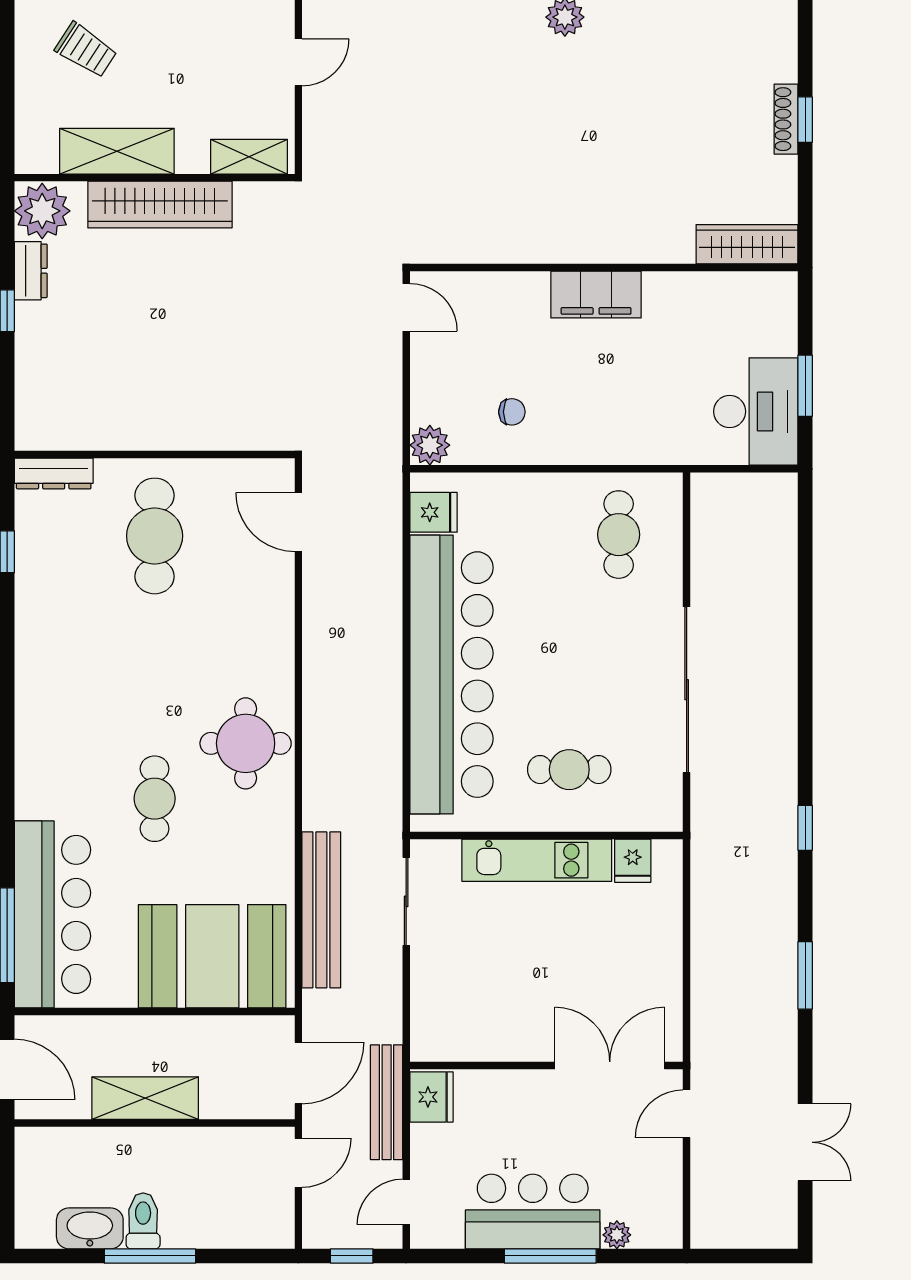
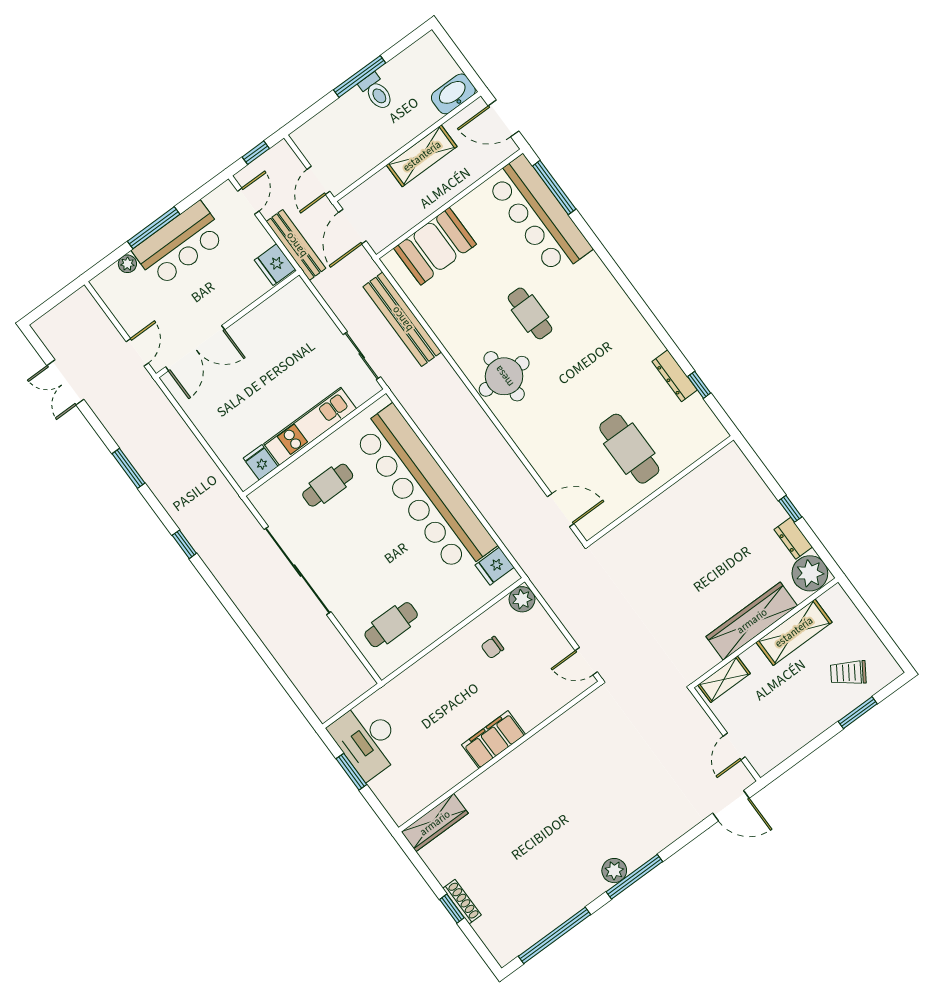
dresser: (54, 473) -> (675, 376), moved, turned -90
cafe table: (619, 535) -> (391, 625), turned 90
booth: (212, 956) -> (435, 246), width x0.73, depth x0.70
washbasin: (90, 1228) -> (453, 94), moved, turned 180

